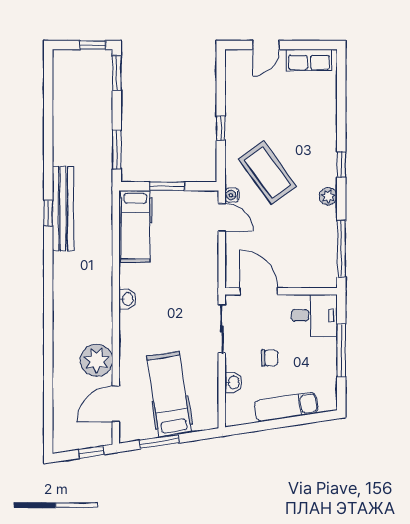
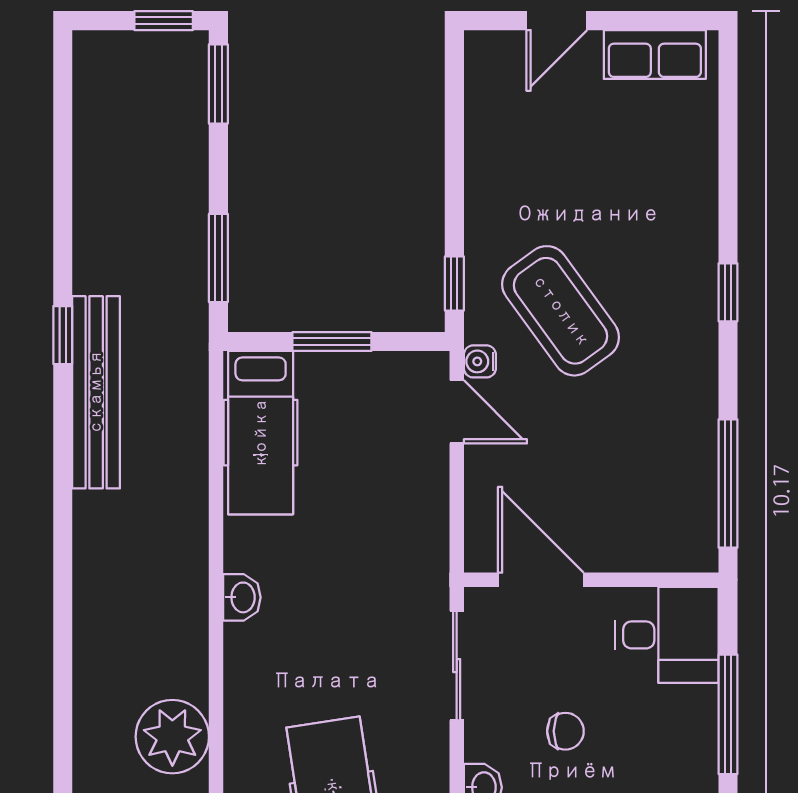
window: (221, 128) -> (454, 283), moved
plant: (328, 196) -> (699, 364), removed
window: (48, 213) -> (63, 335), moved

